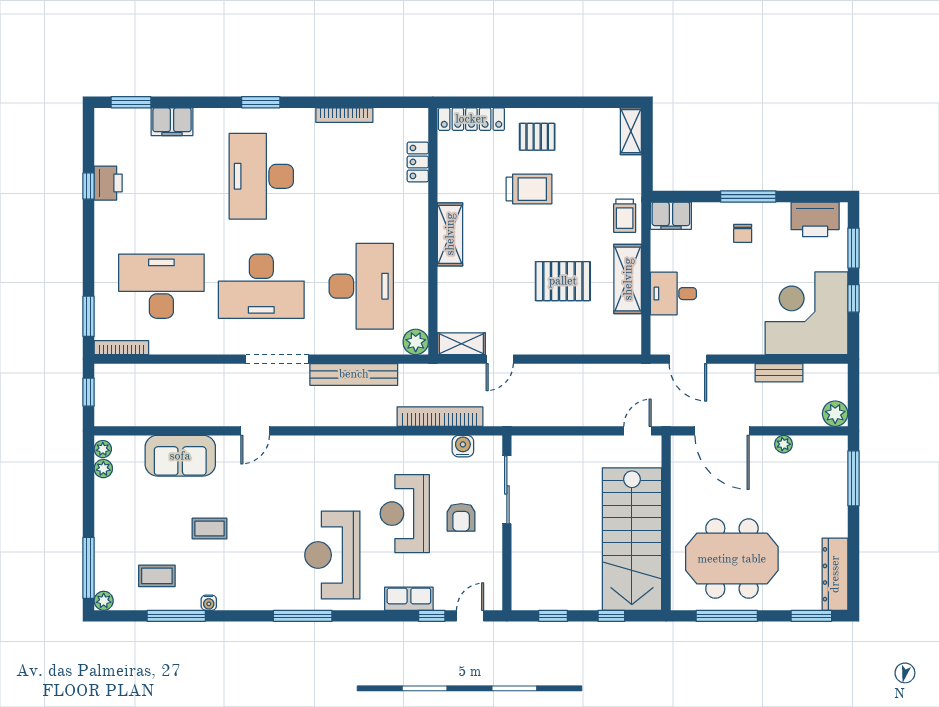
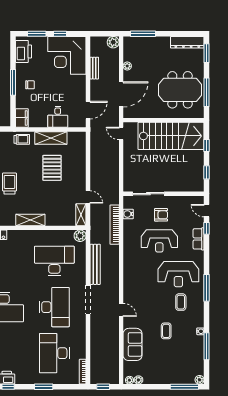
window: (89, 316) -> (44, 387), moved
meeting table: (732, 559) -> (180, 90), turned 90
coffee table: (157, 576) -> (181, 302), moved

